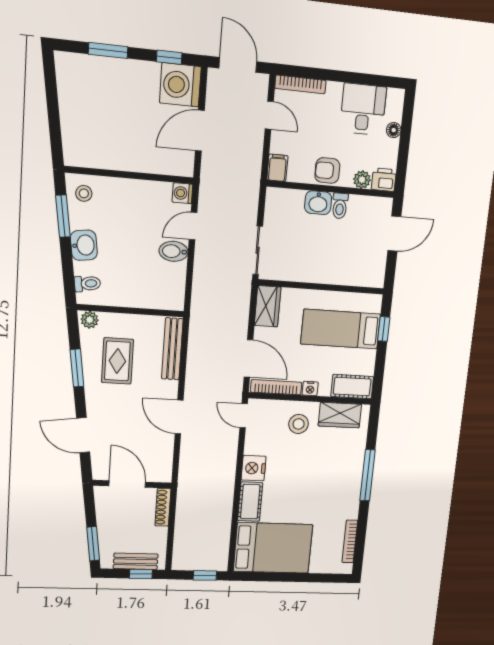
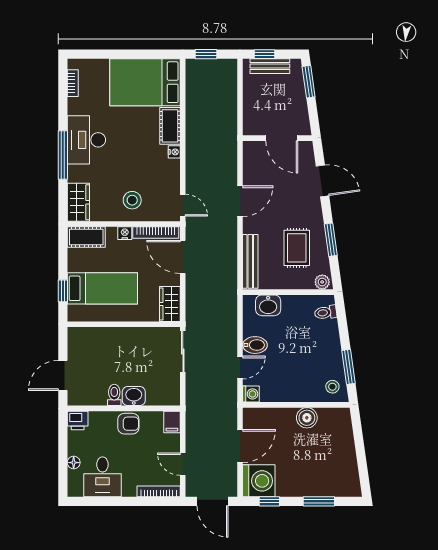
boiler: (117, 158) -> (307, 418), added
plant: (362, 180) -> (97, 419), removed
washbasin: (84, 245) -> (268, 305), moved, turned -82
wardrobe: (340, 415) -> (78, 202), moved, turned 90
door: (179, 417) -> (240, 201), hinge flipped
nightstand: (254, 468) -> (174, 152), width x0.53, depth x0.56
desk: (341, 490) -> (86, 140), added
shoe rack: (163, 507) -> (249, 118), removed
bookcase: (350, 541) -> (73, 83), width x0.64

